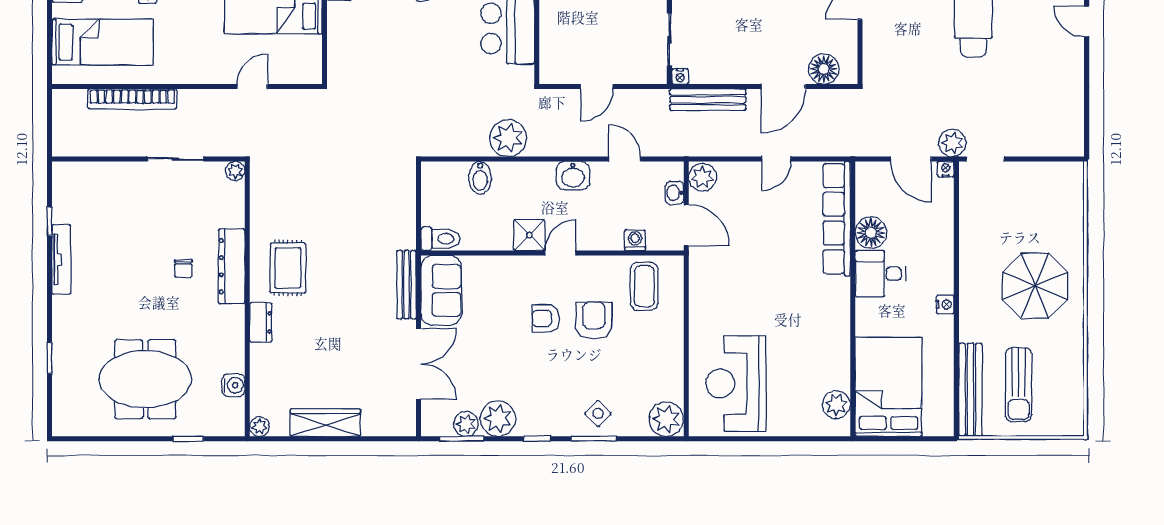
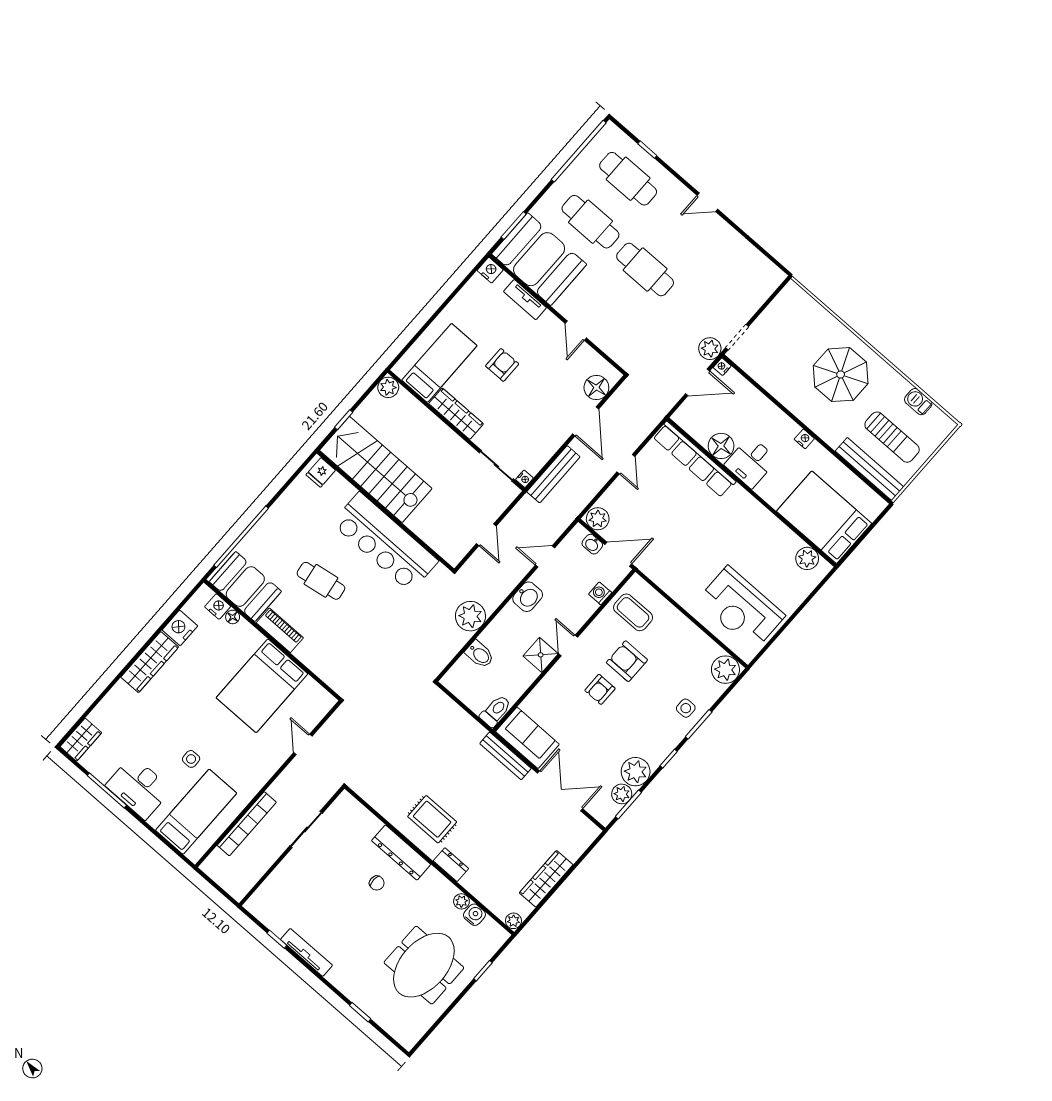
plant: (235, 171) -> (461, 901), moved
barbecue: (1073, 380) -> (918, 402), added
side table: (598, 414) -> (686, 708), turned 45

